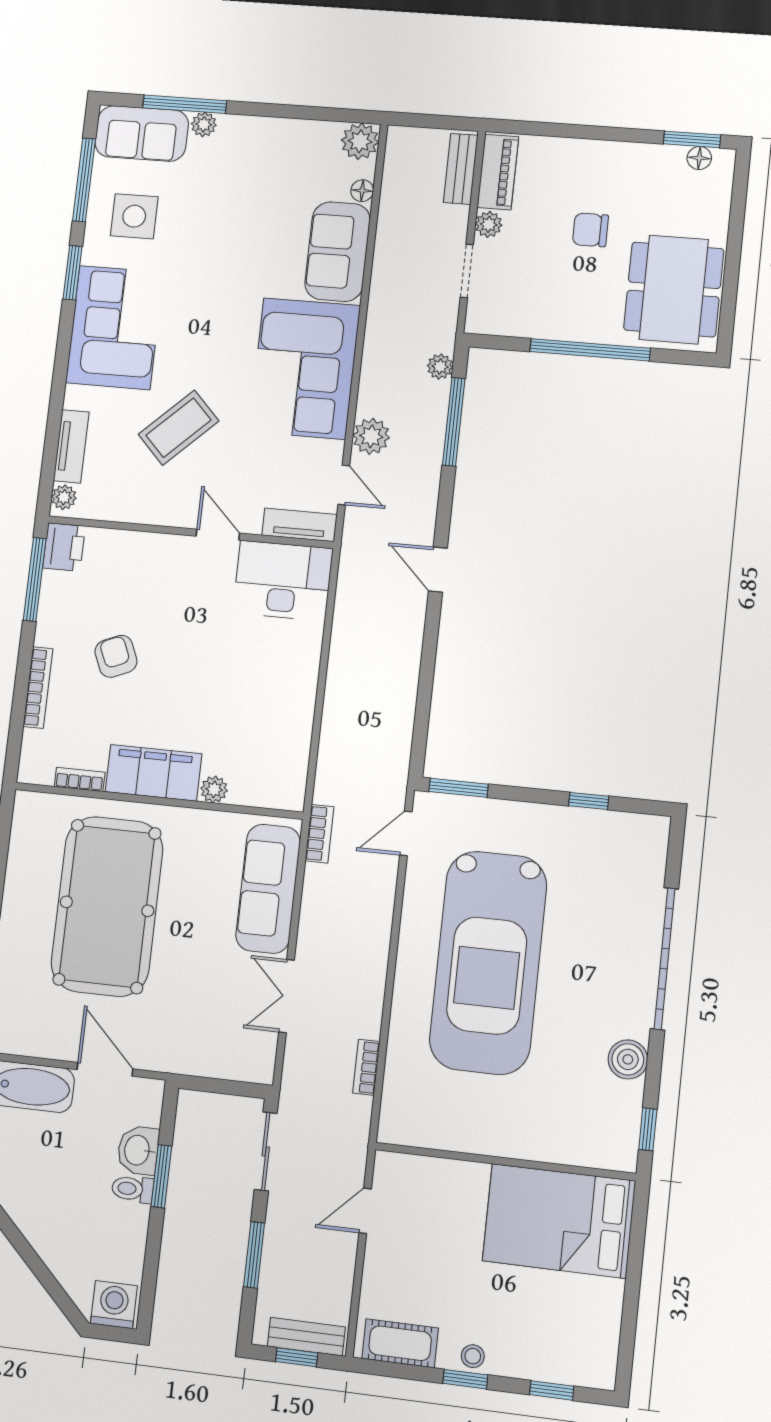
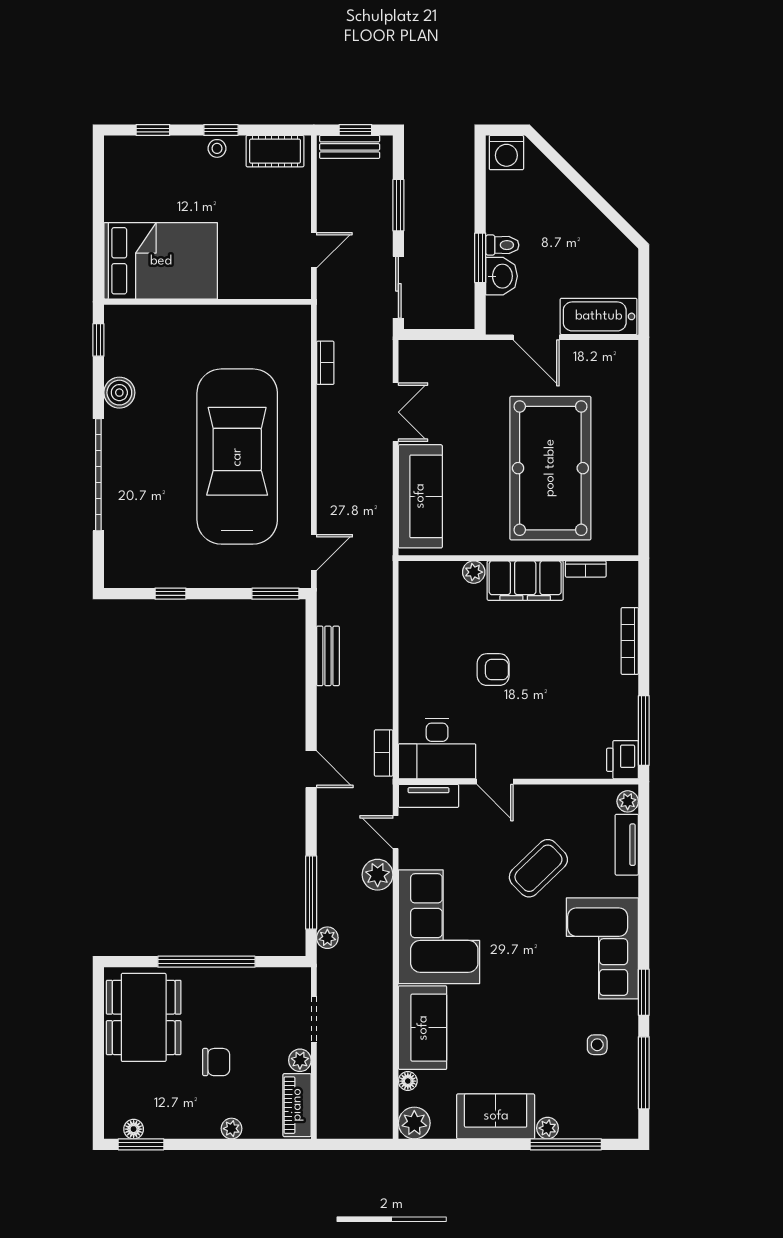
sofa: (142, 134) -> (496, 1116), moved
plant: (580, 150) -> (231, 1129), added
bench: (461, 169) -> (328, 656), moved
side table: (134, 216) -> (597, 1045), width x0.54, depth x0.54
armchair: (116, 656) -> (493, 670), moved, turned -67
bookcase: (319, 834) -> (384, 753), moved

